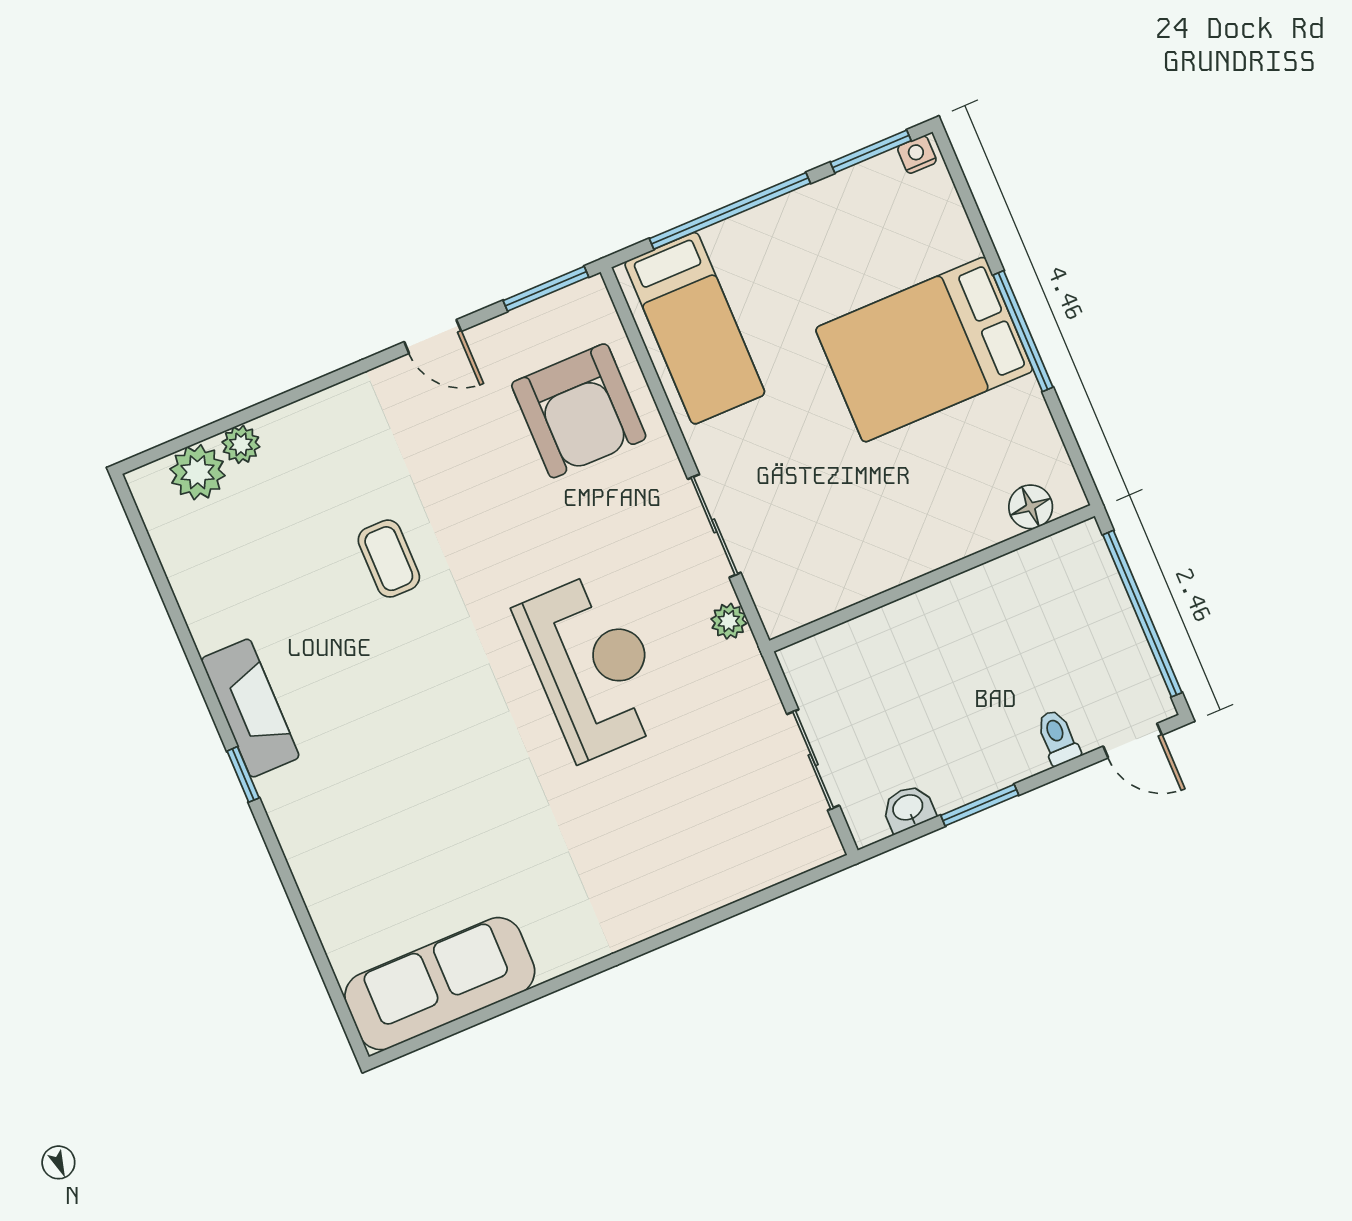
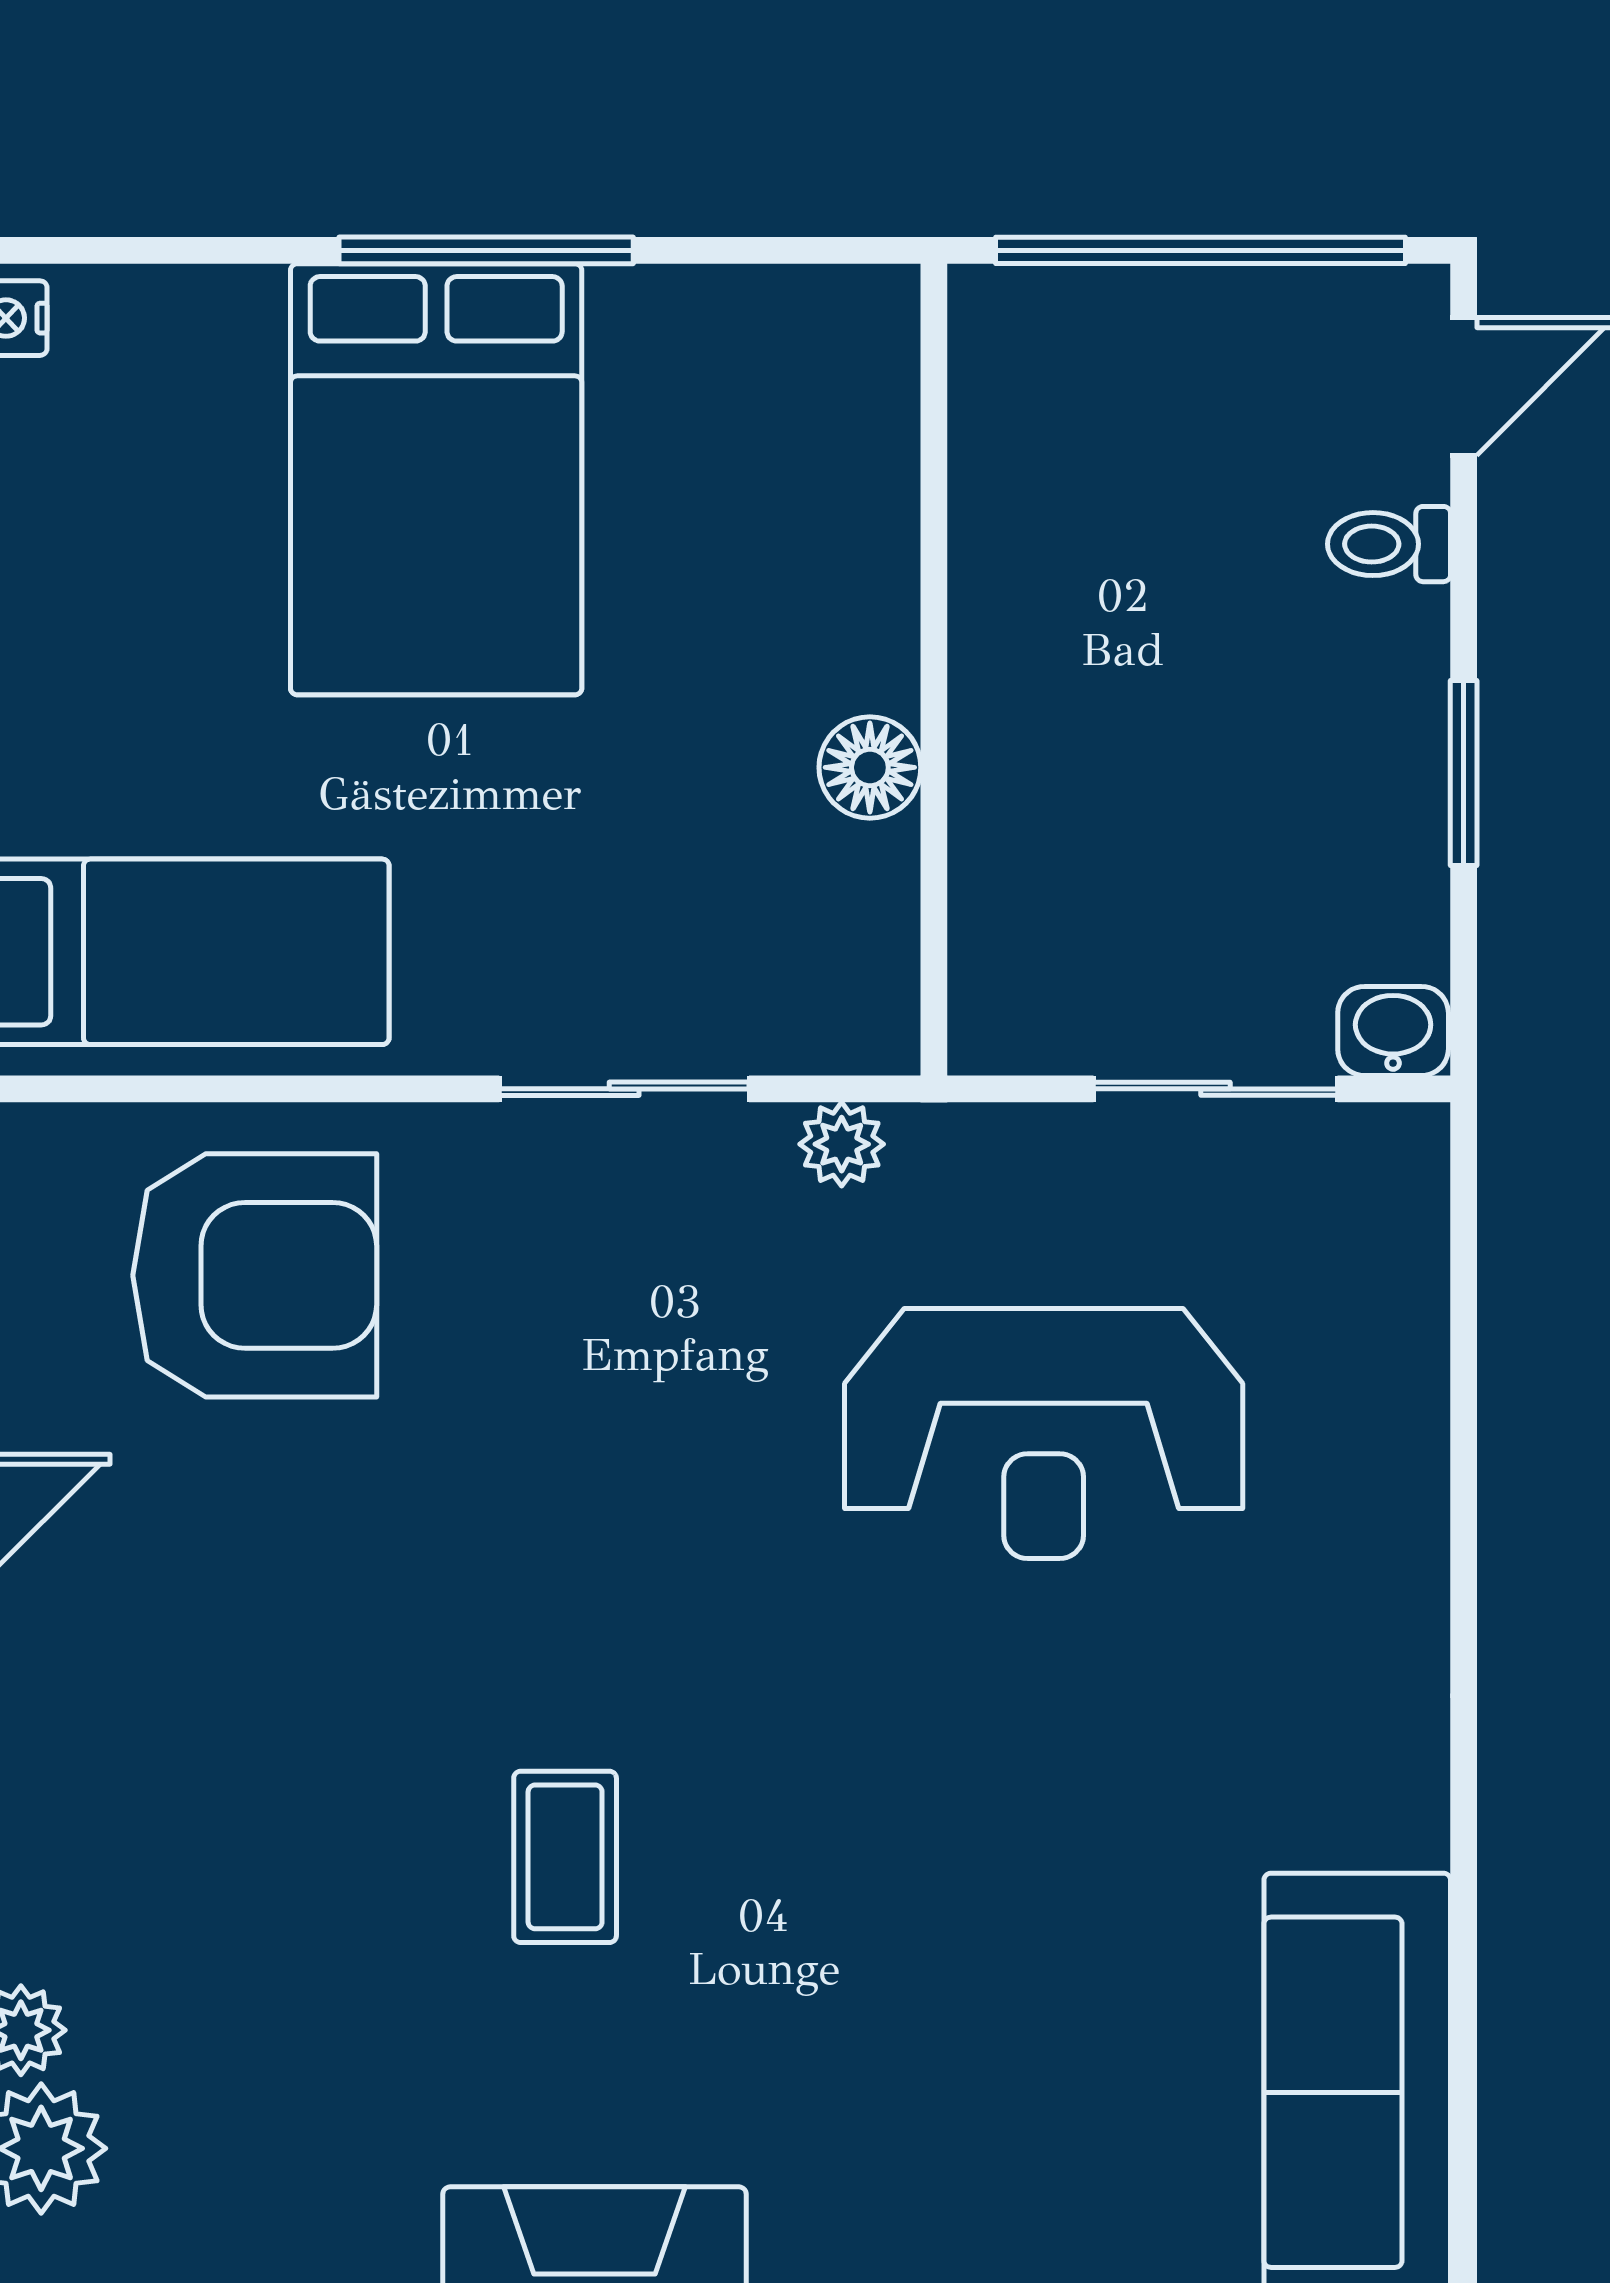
floor lamp: (1031, 507) -> (870, 767), moved
coffee table: (389, 559) -> (565, 1857), moved, turned 90
reception desk: (593, 666) -> (1044, 1434), moved, turned 180
washbasin: (908, 808) -> (1393, 1031), moved, turned 90

